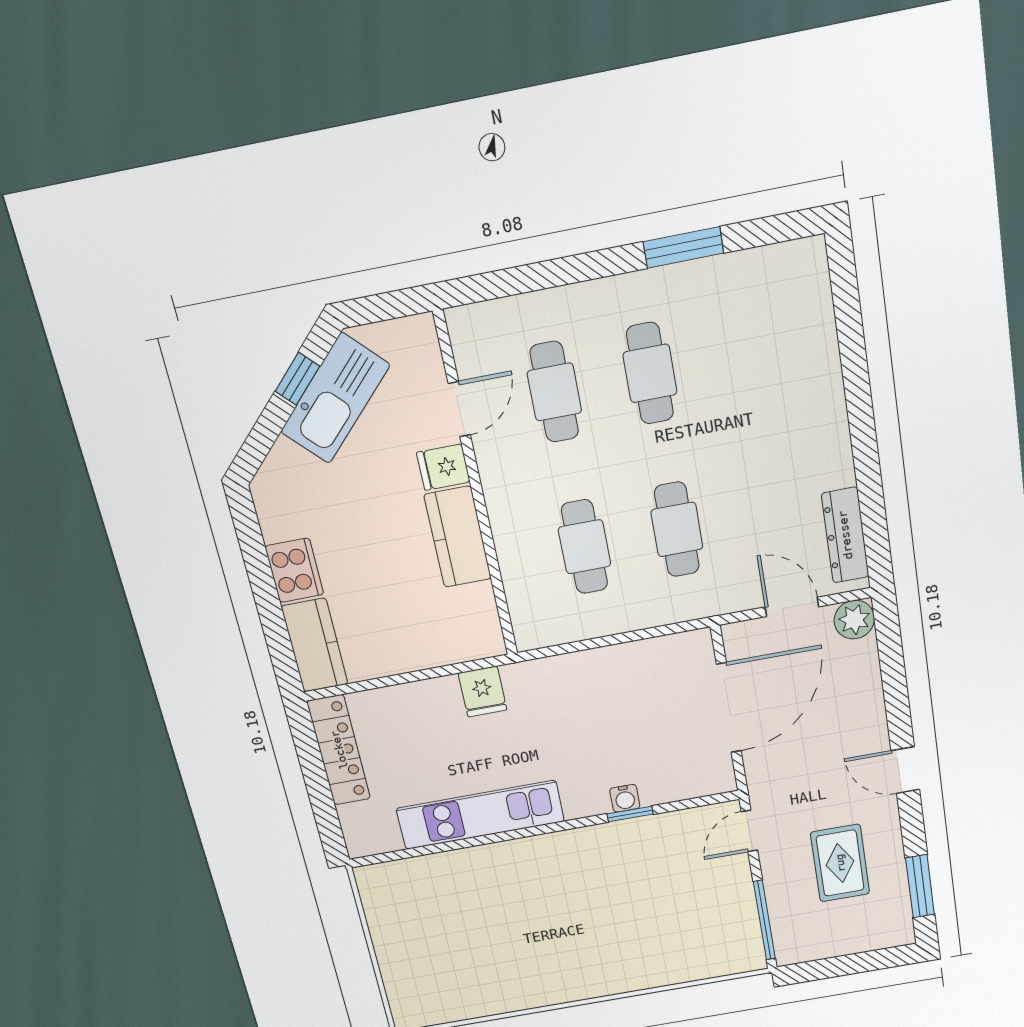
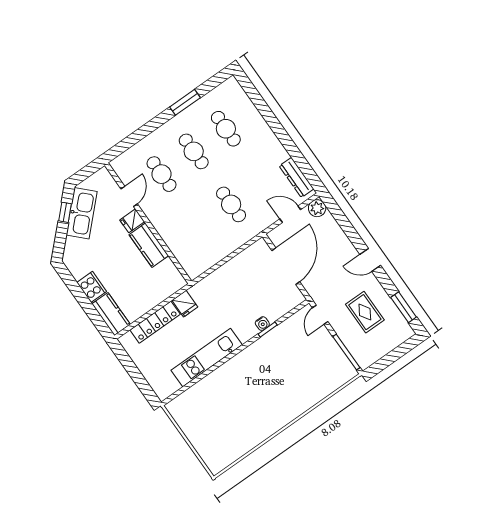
cafe table: (584, 547) -> (226, 129), moved
locker: (339, 750) -> (155, 322), moved, turned 90

